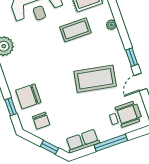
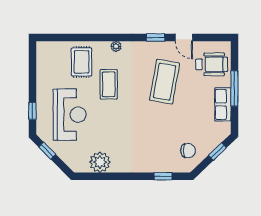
chair: (28, 96) -> (159, 155), removed
wheelchair: (125, 115) -> (212, 64), turned 90
row of seats: (83, 141) -> (223, 104), moved

